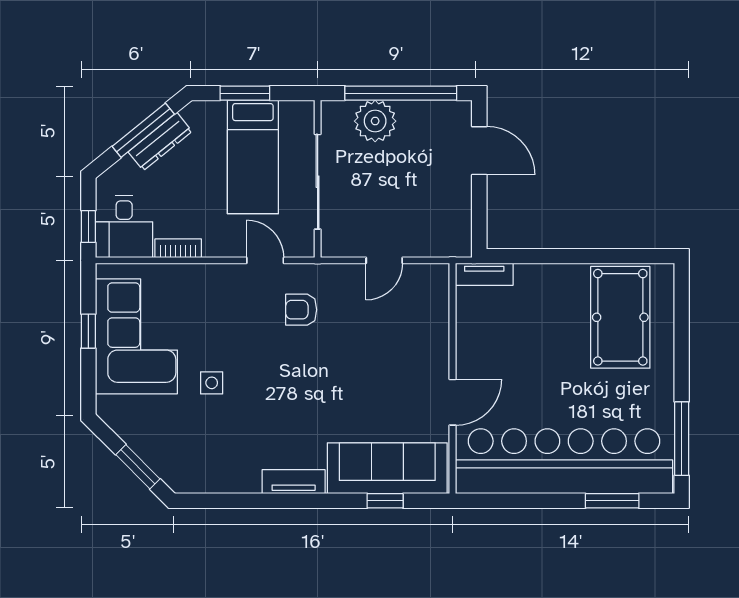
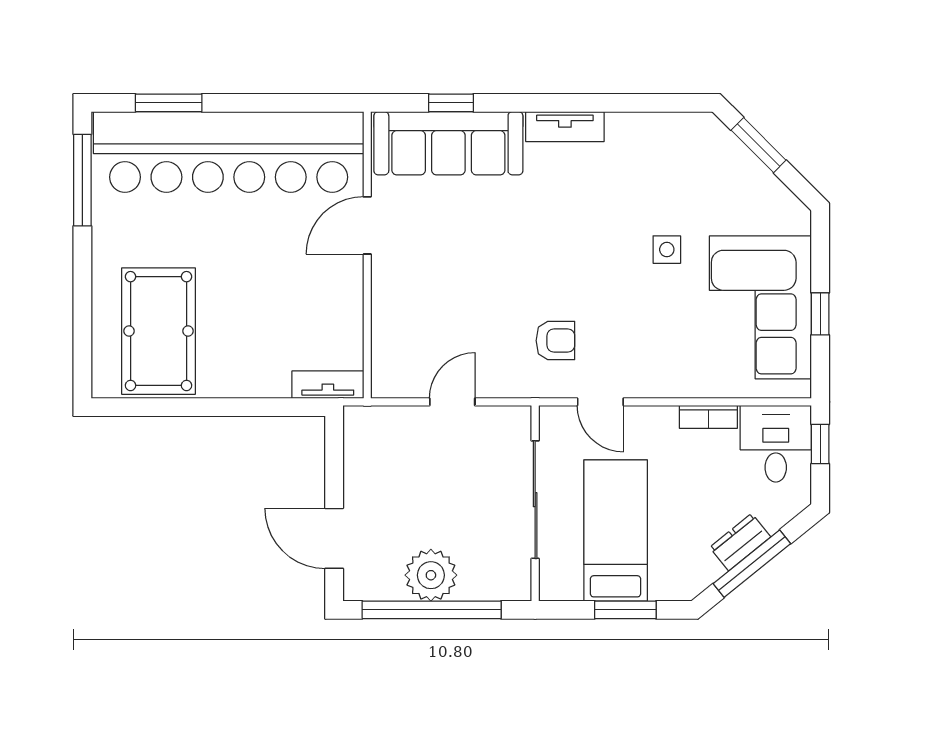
plant: (375, 121) -> (431, 575), moved
dresser: (160, 142) -> (740, 542), width x0.70

